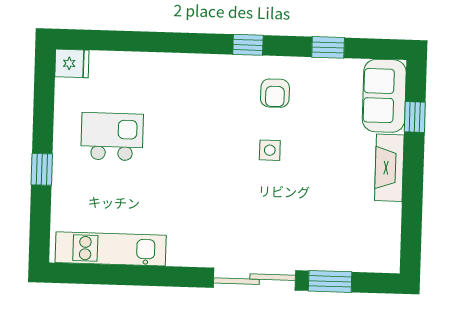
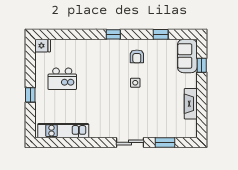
window: (248, 45) -> (113, 34), moved
kitchen island: (112, 137) -> (62, 79), turned 180
fireplace: (389, 168) -> (191, 104), moved
sliding door: (255, 279) -> (130, 142), width x0.73

